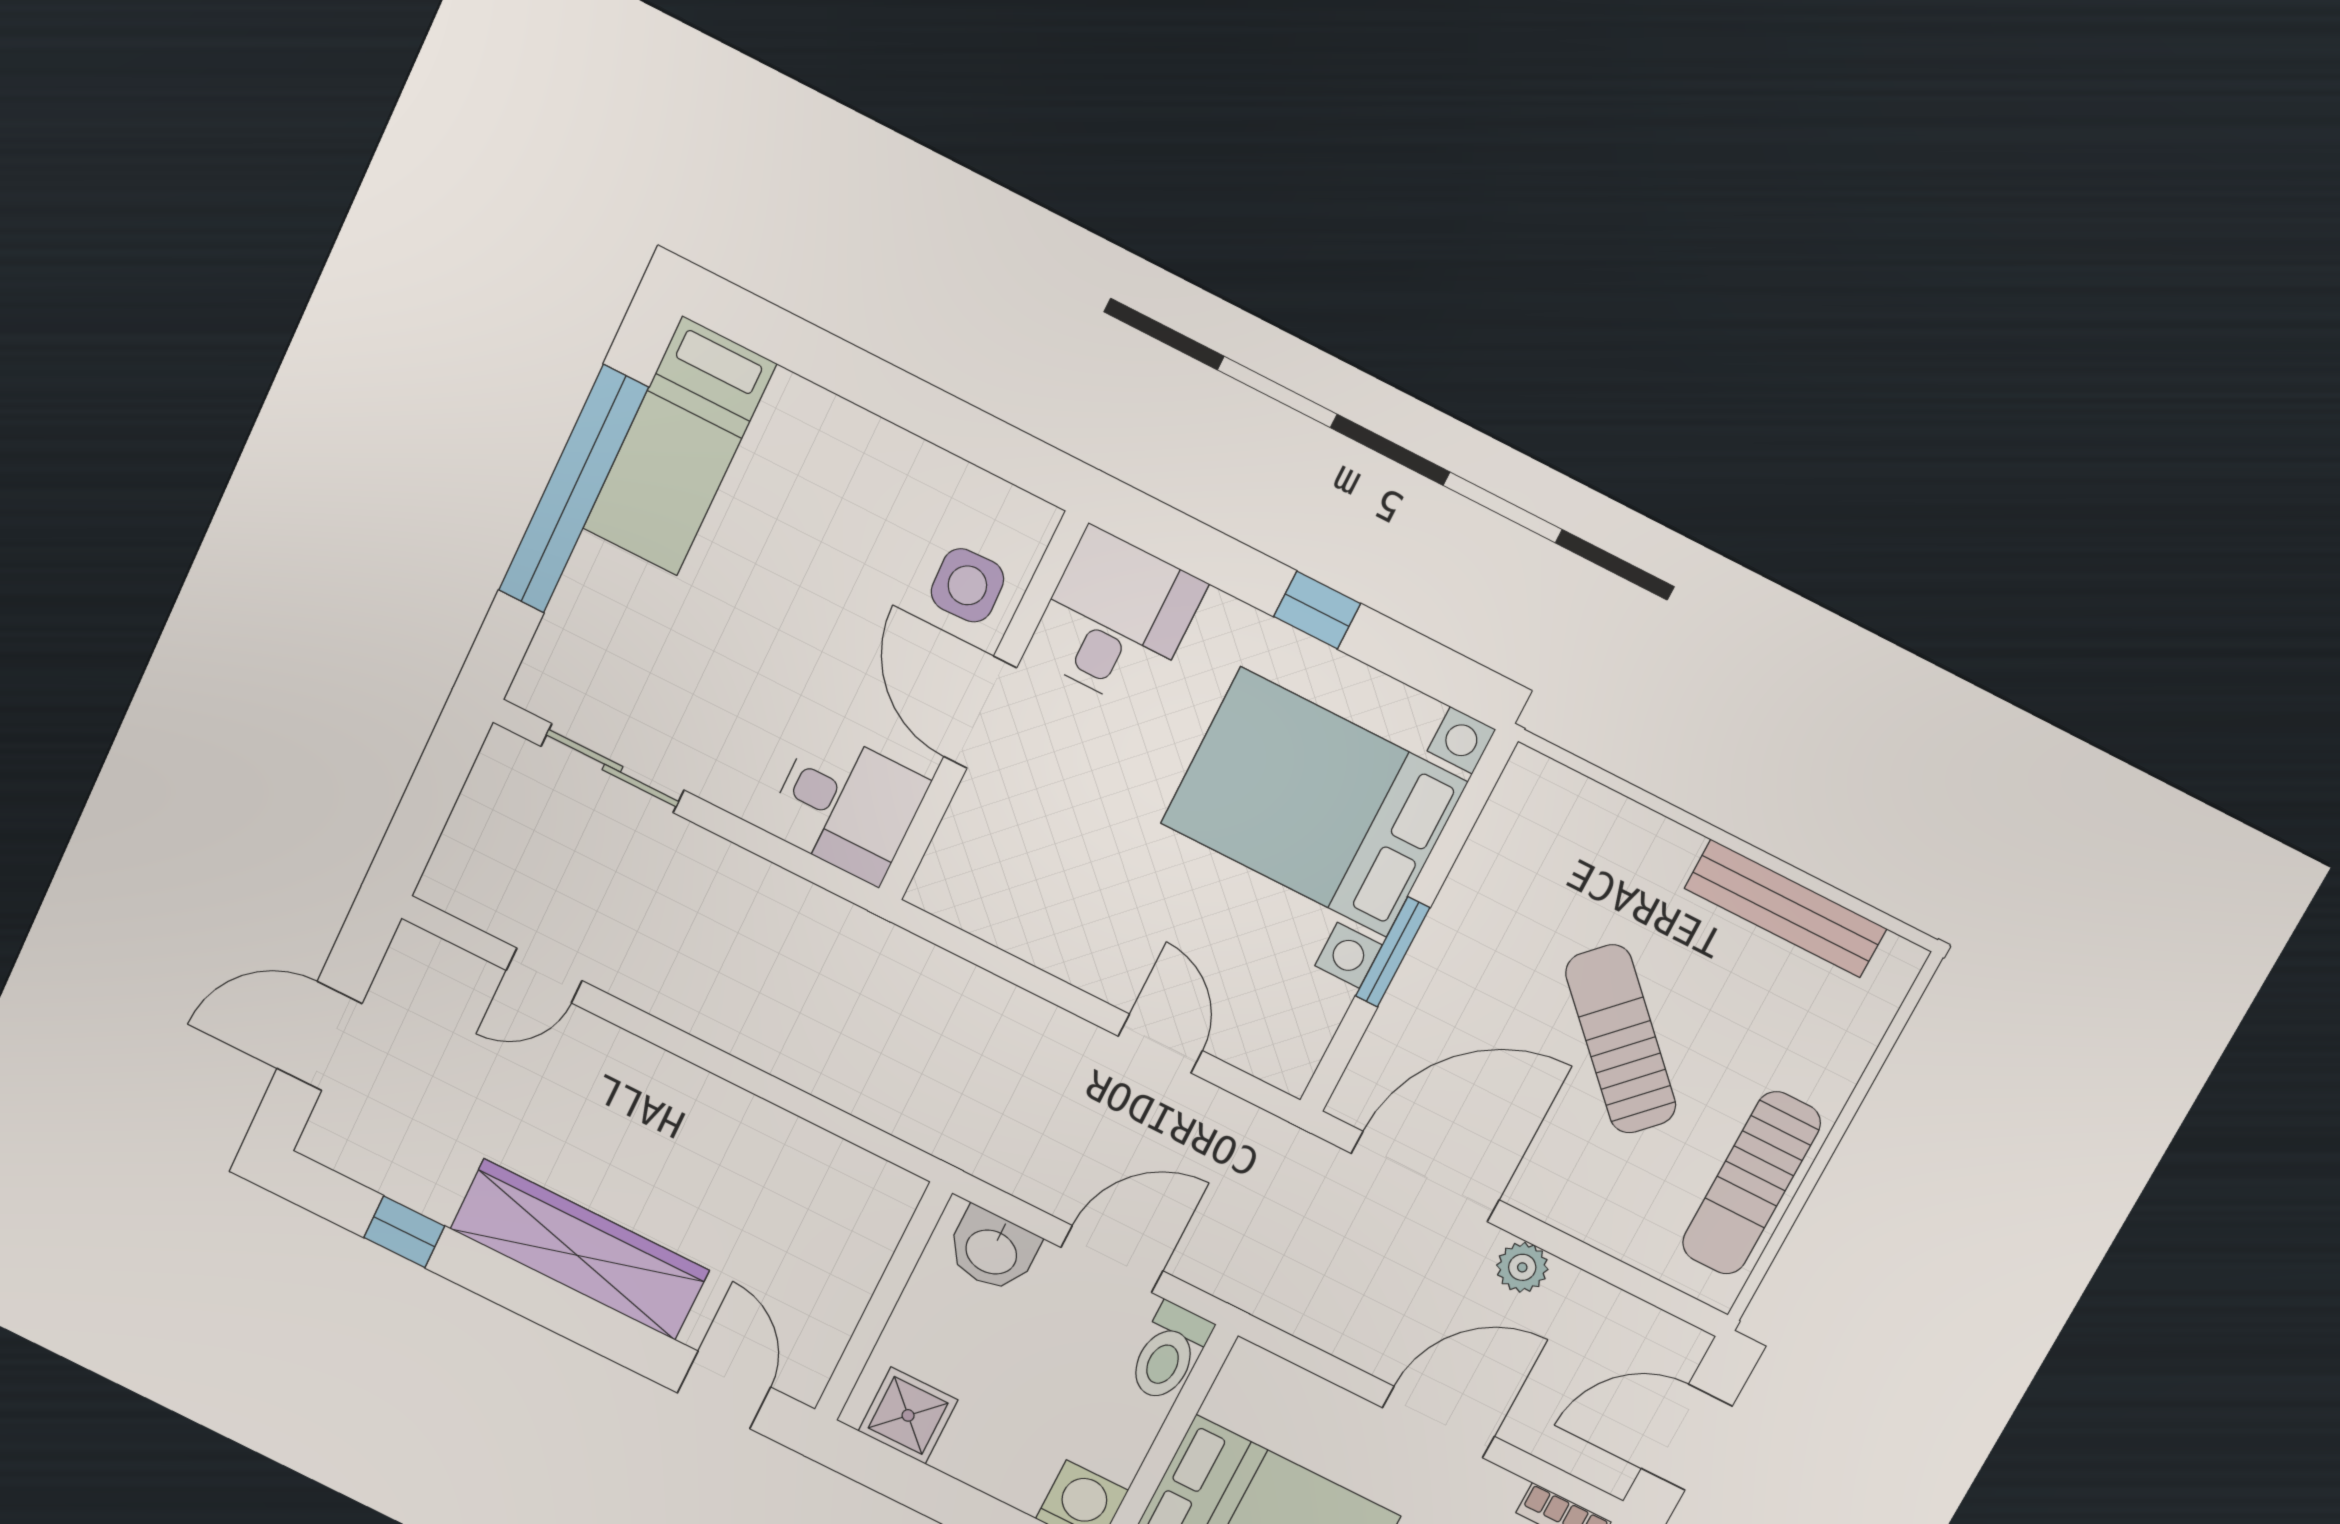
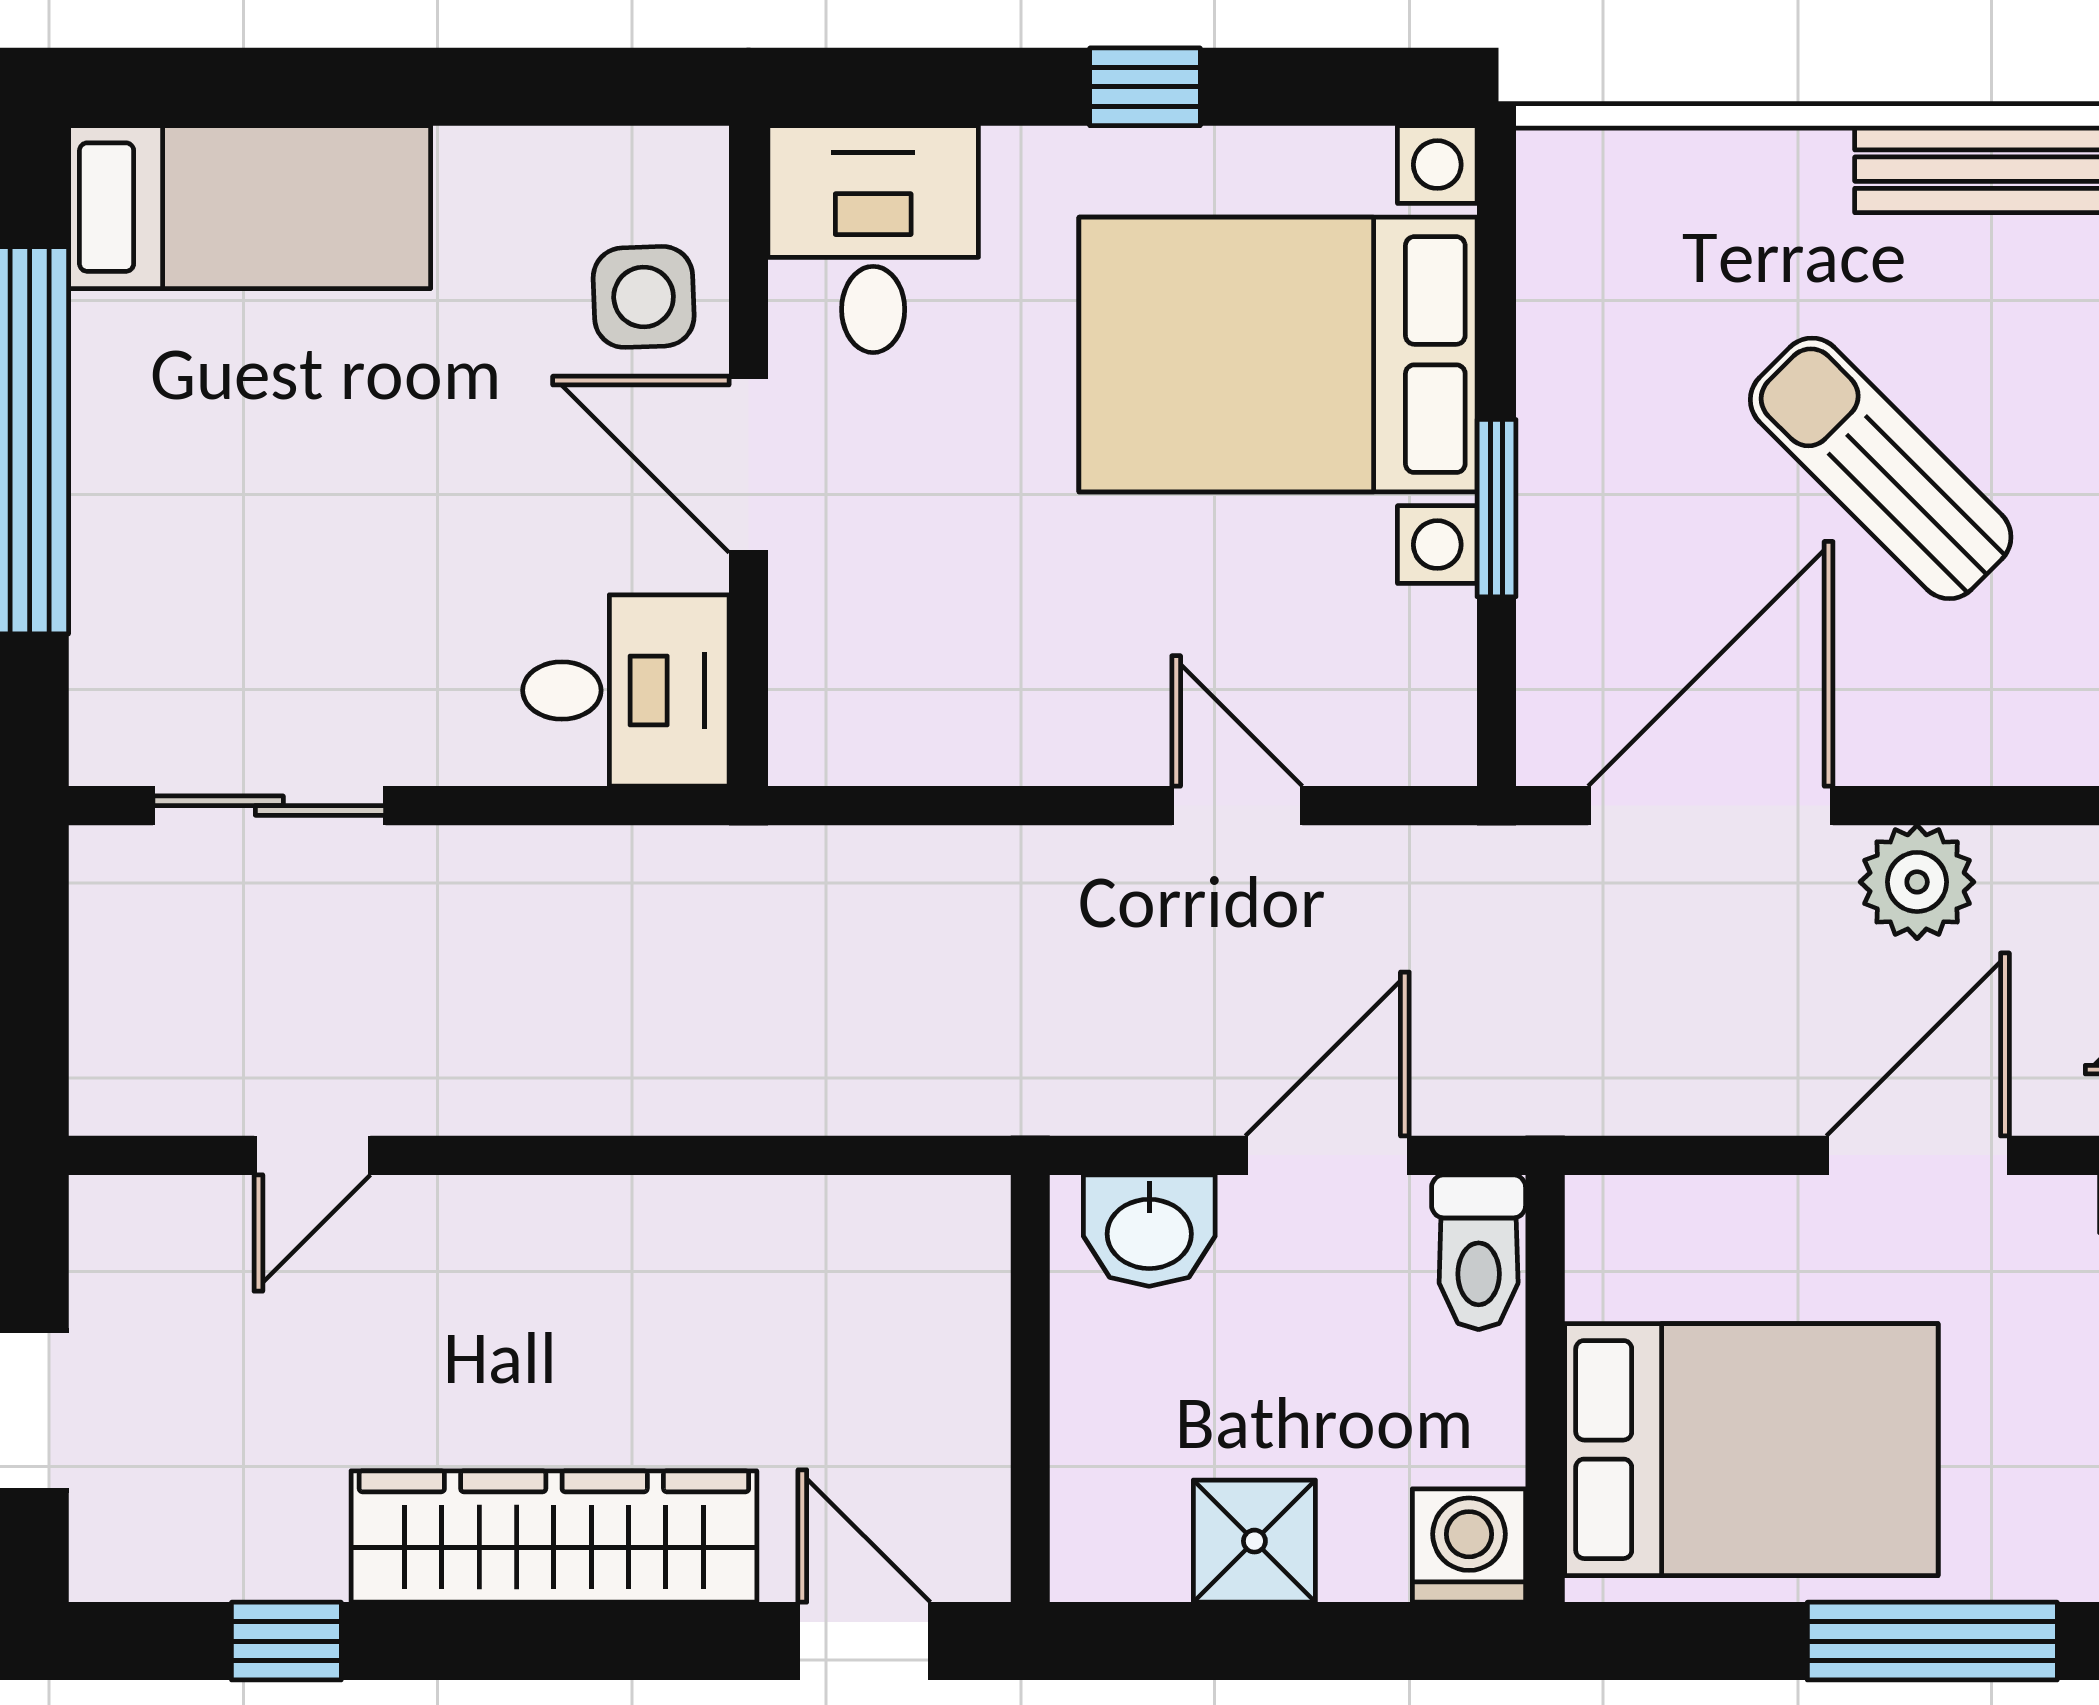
bed: (679, 446) -> (250, 207), moved, turned -90
plant: (1522, 1267) -> (1917, 882), width x1.38, depth x1.38
shower: (908, 1415) -> (1254, 1541), moved

